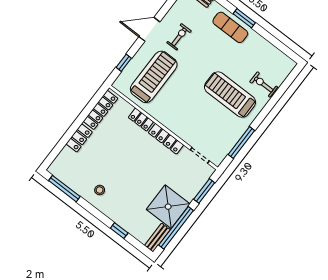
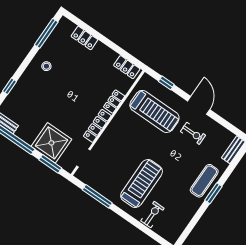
locker: (100, 110) -> (127, 67), width x0.66
locker: (79, 138) -> (84, 38), moved
shower: (168, 207) -> (51, 143), moved

